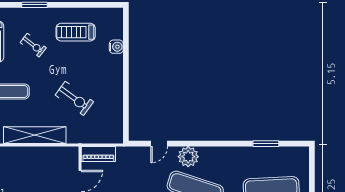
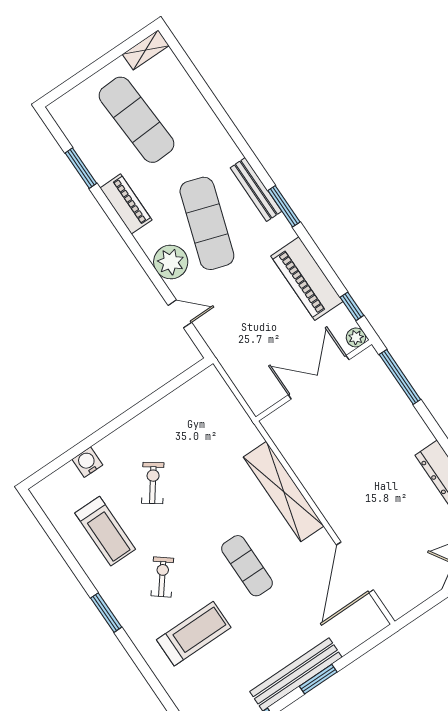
exercise bike: (74, 98) -> (153, 483), moved, width x0.73, depth x0.72
piano: (98, 154) -> (126, 204), moved

